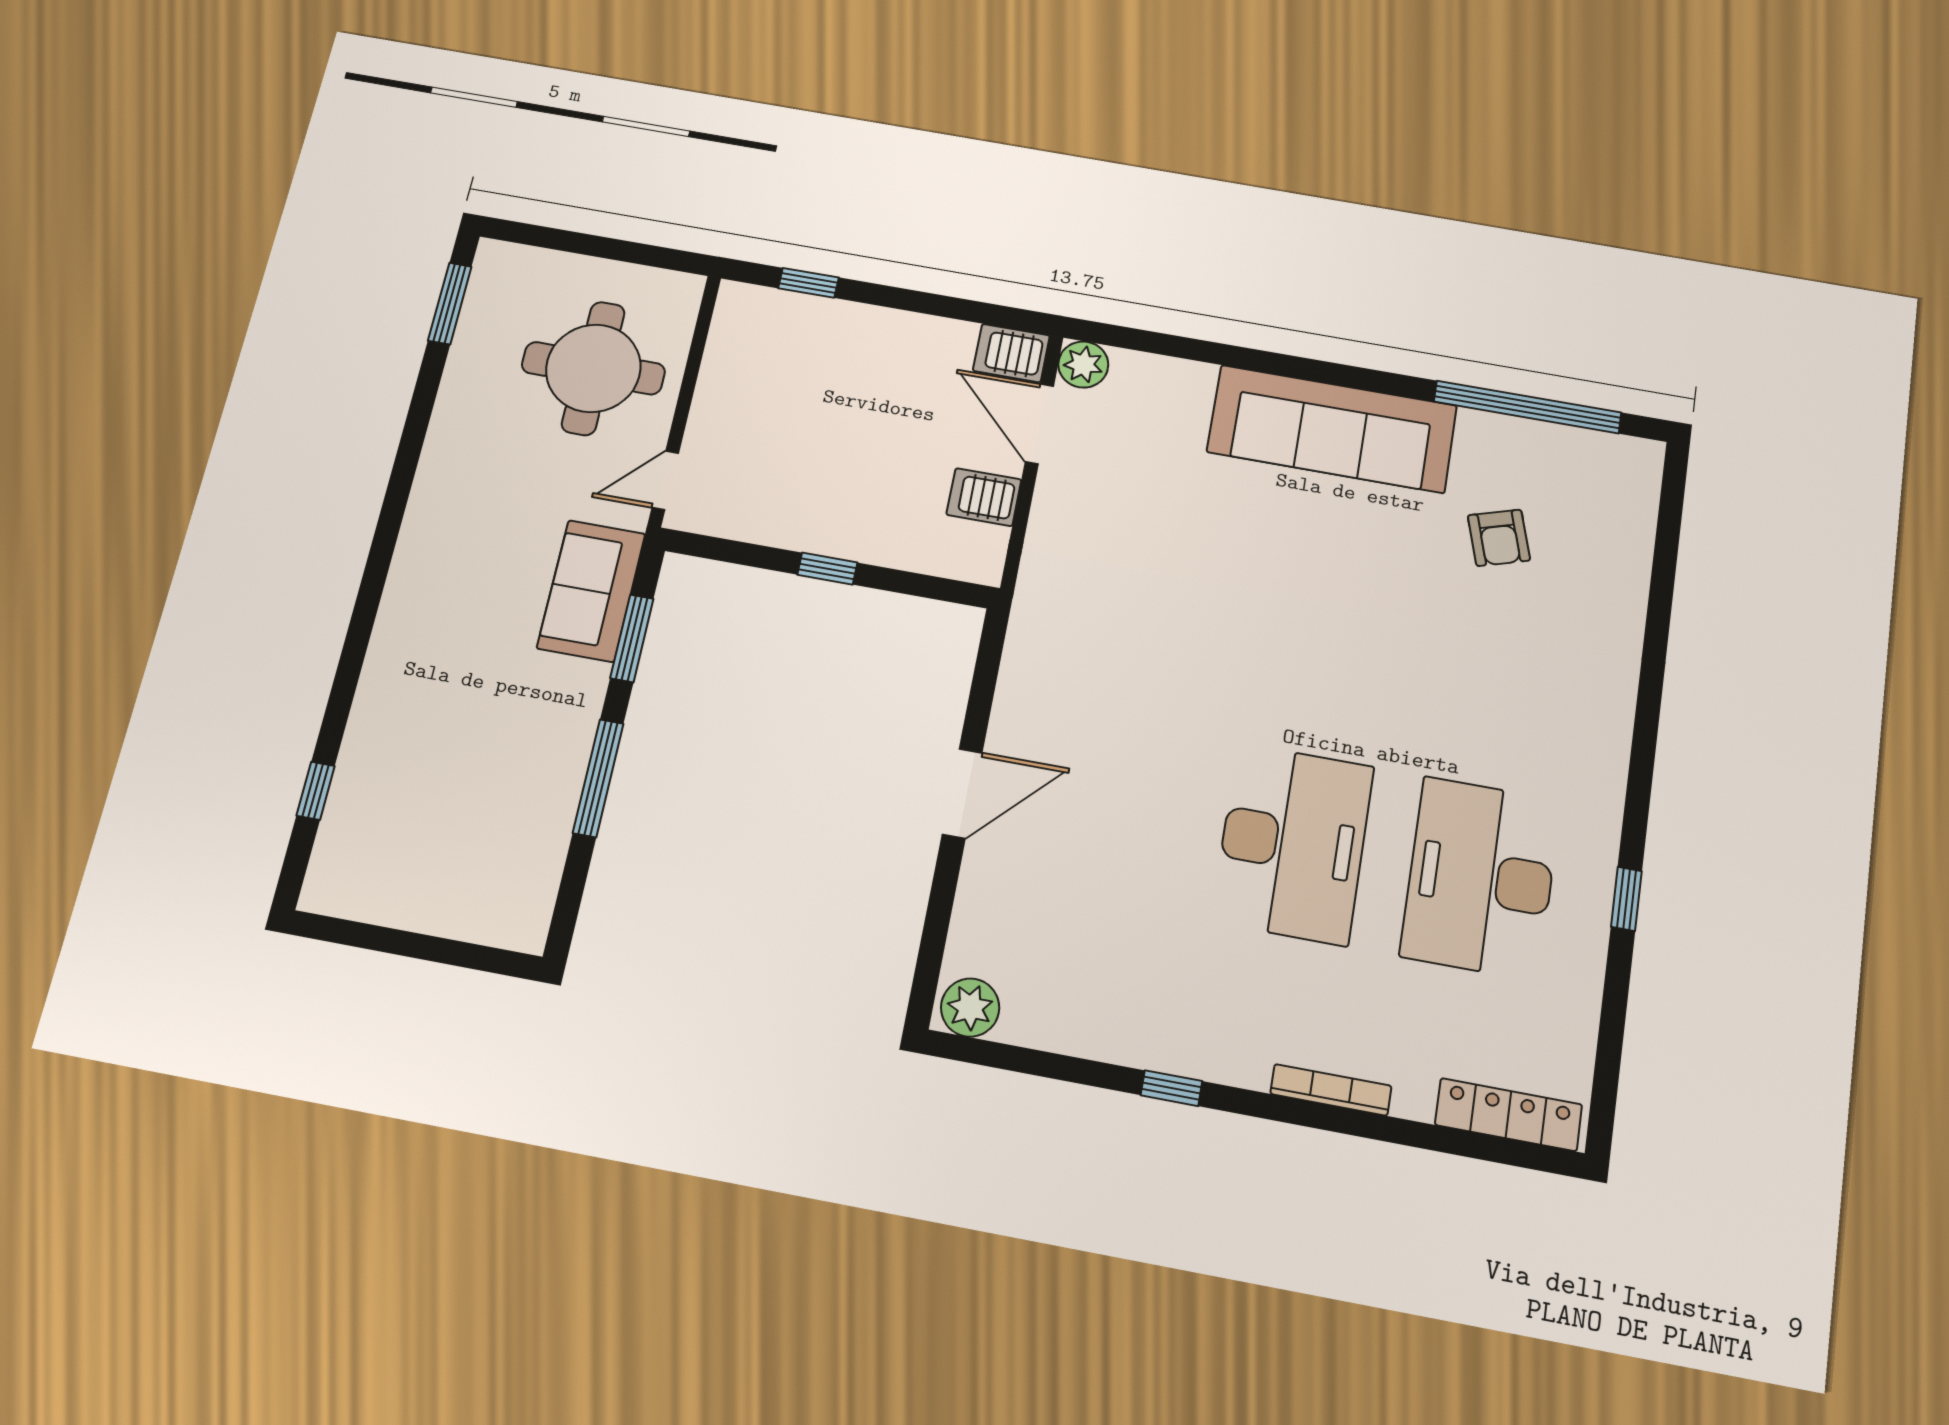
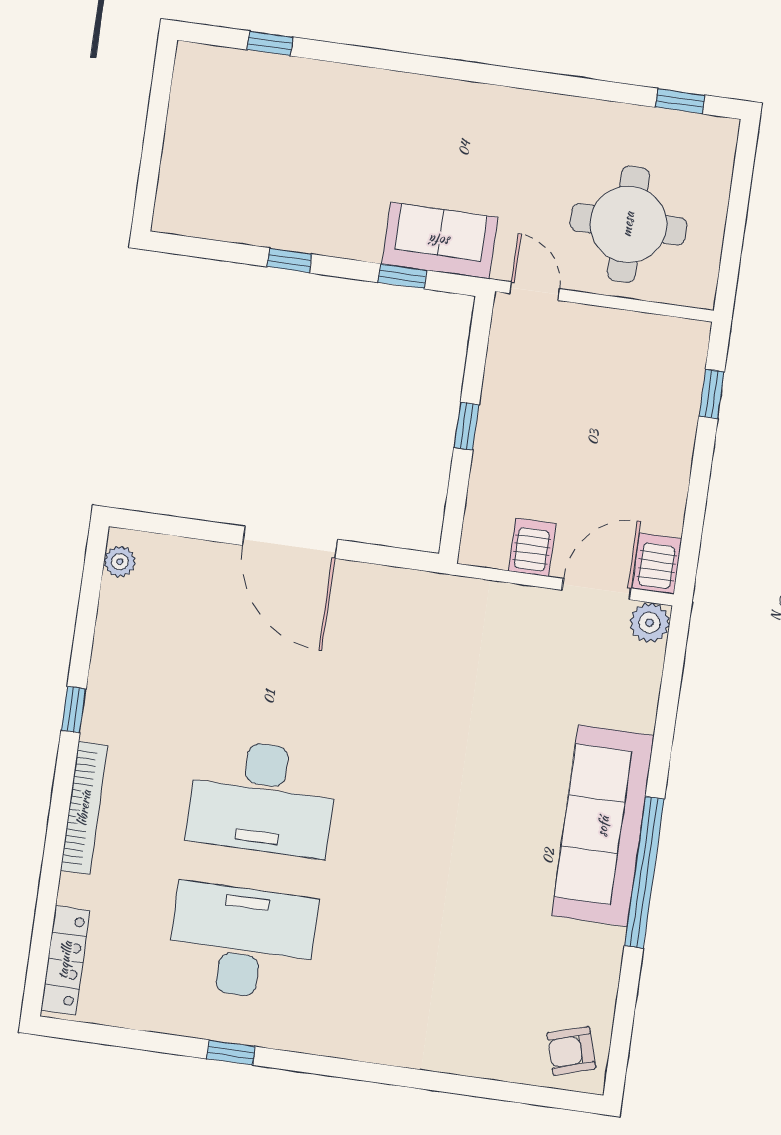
window: (450, 303) -> (680, 101), width x0.67
window: (1527, 407) -> (644, 872), moved
armchair: (1499, 538) -> (571, 1051), moved
window: (632, 638) -> (402, 276), width x0.67
window: (598, 778) -> (289, 260), width x0.46
door: (962, 793) -> (290, 542), width x1.36
plant: (970, 1008) -> (120, 562), width x0.73, depth x0.73
bookcase: (1331, 1090) -> (84, 808), width x1.48, depth x1.31

